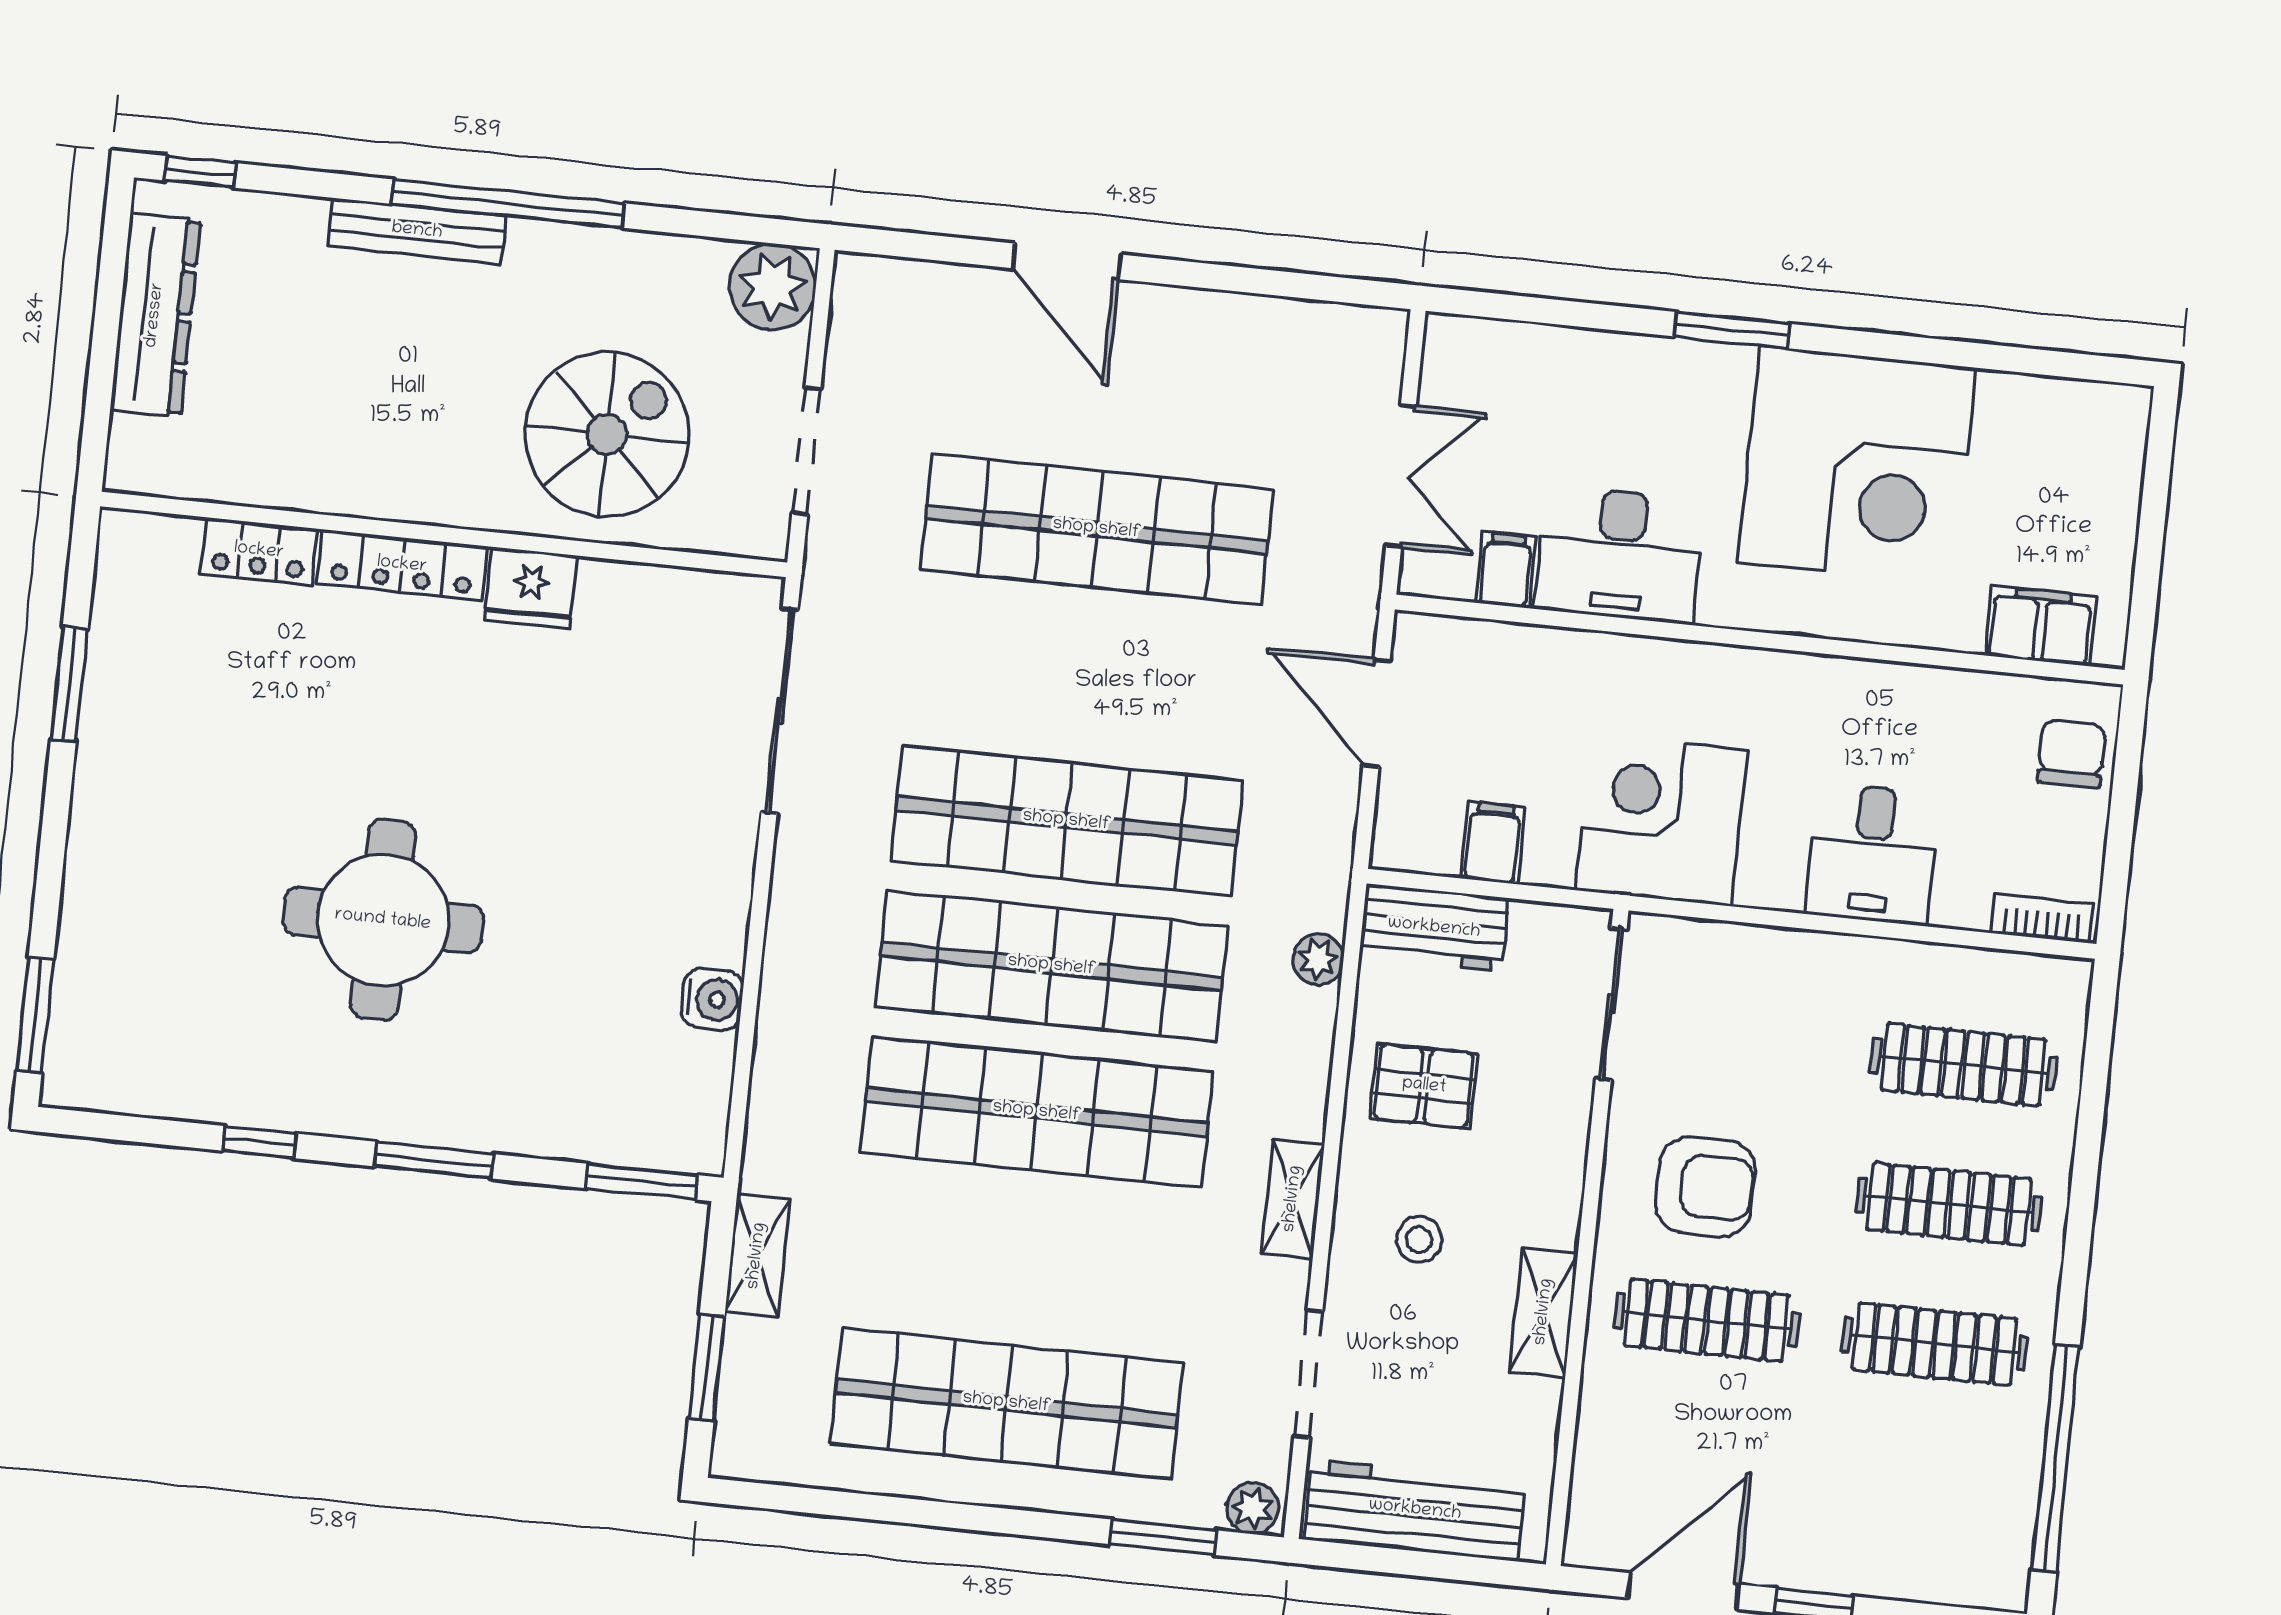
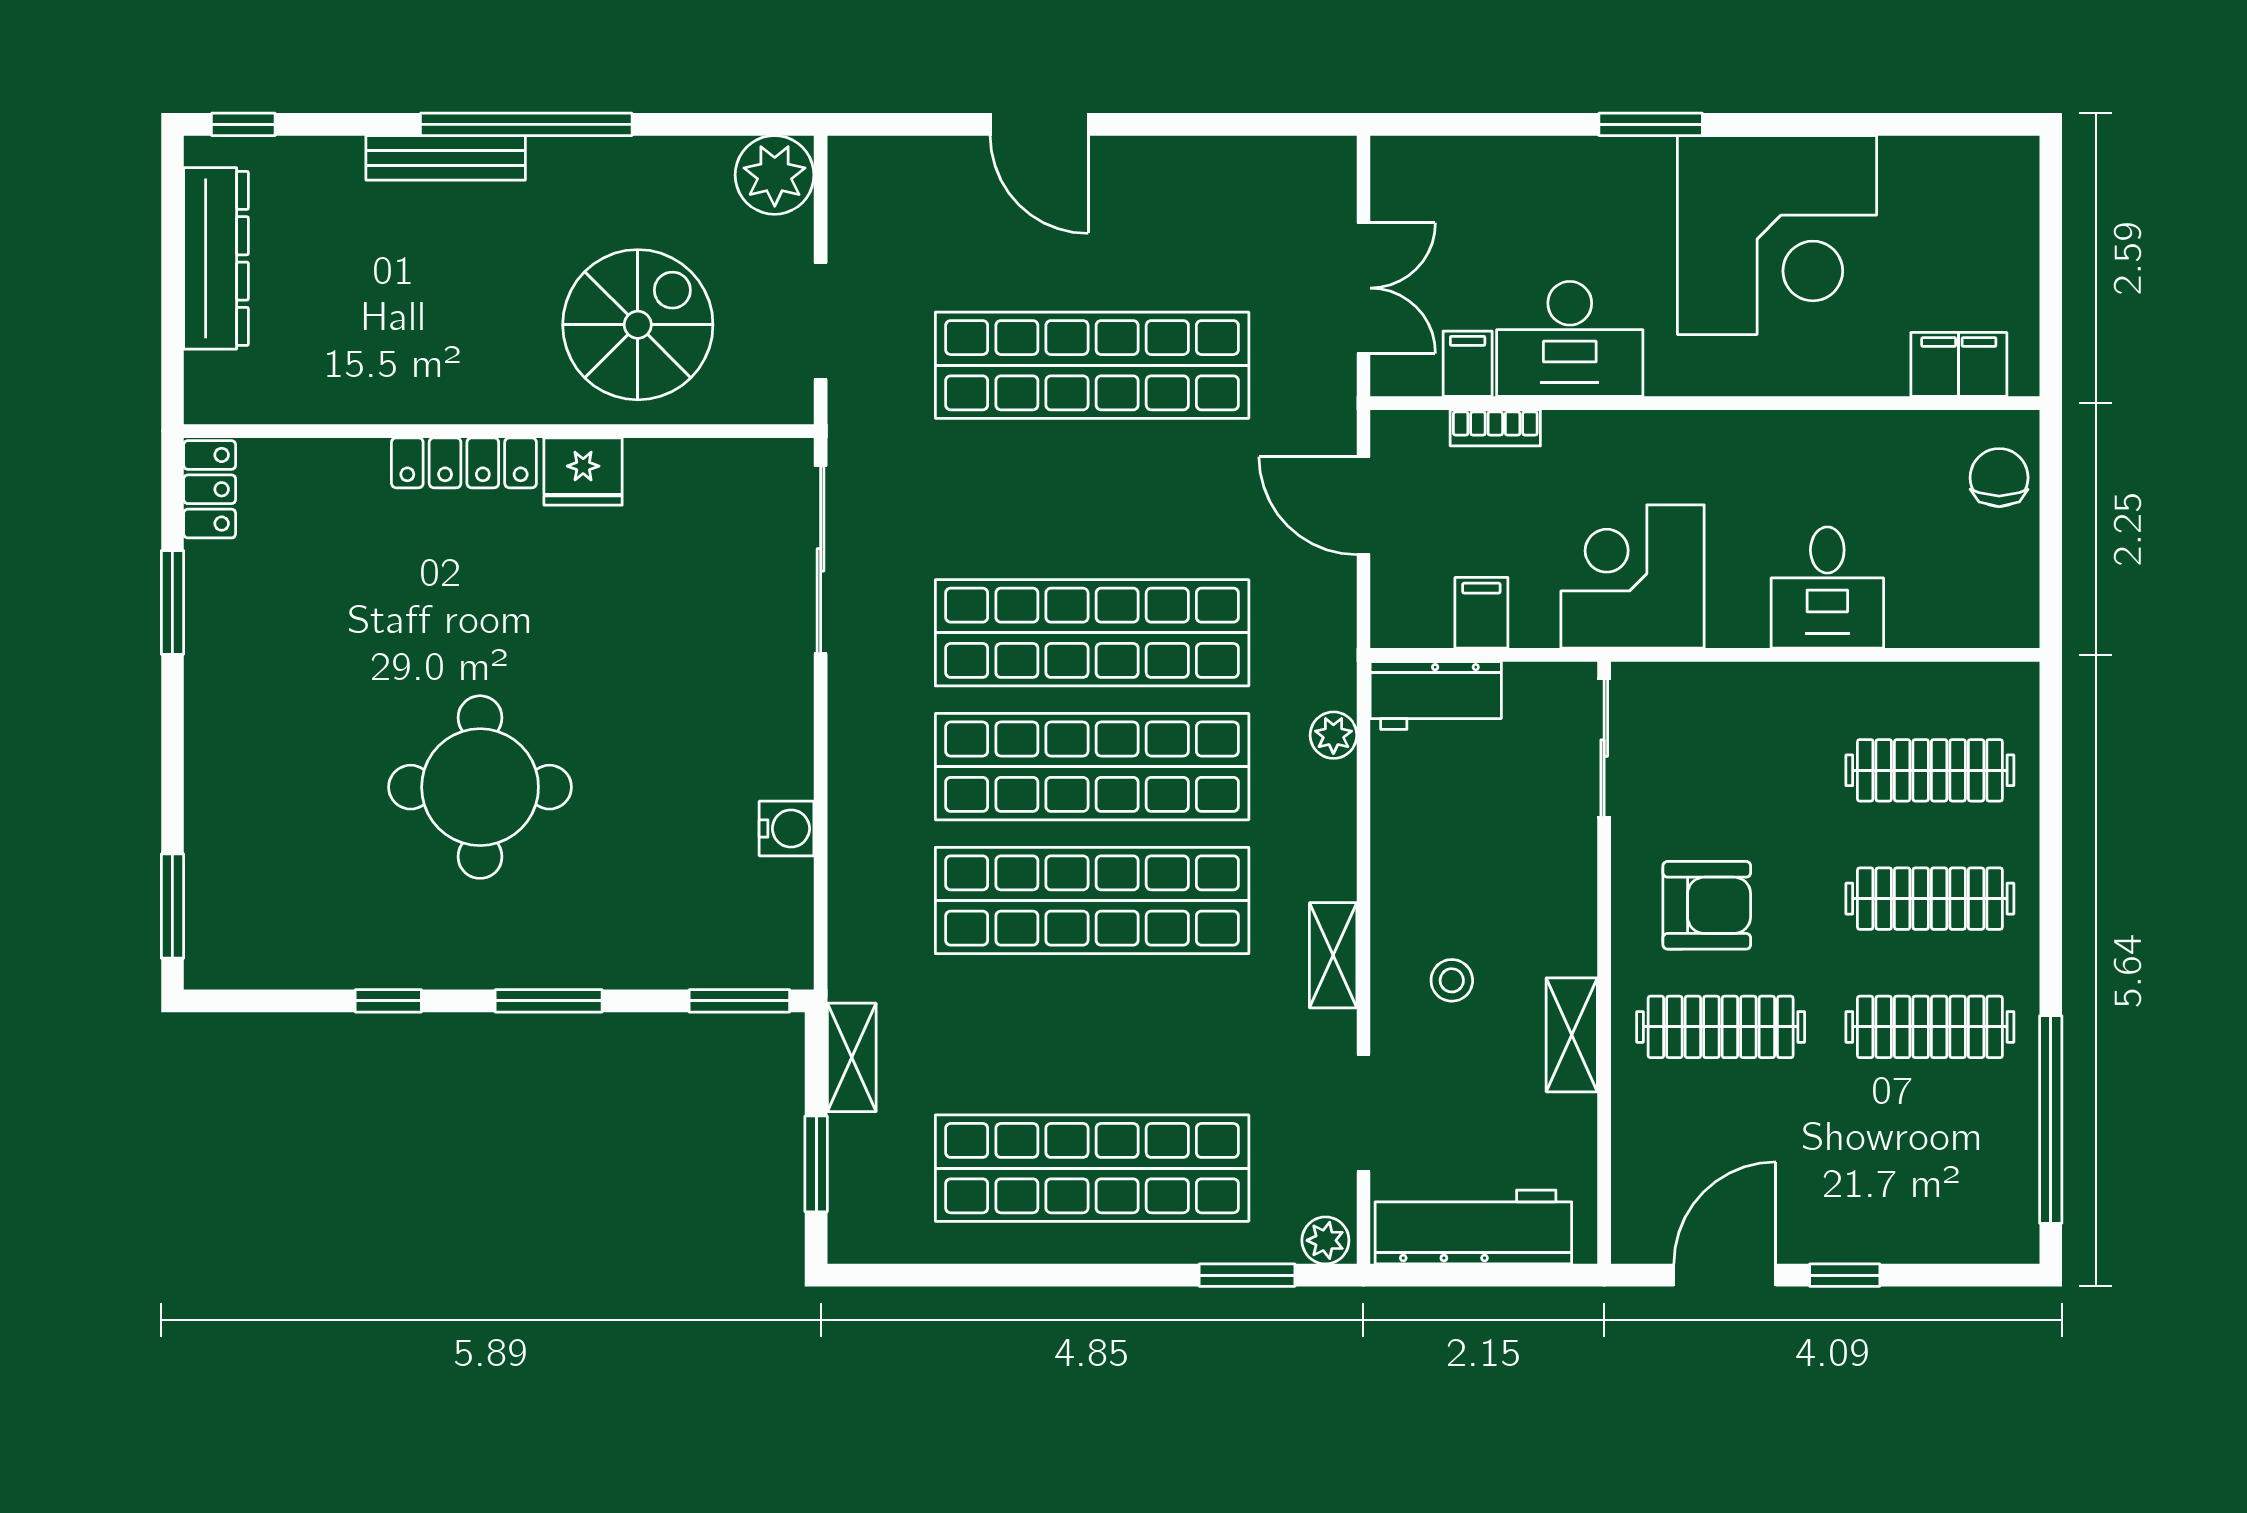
locker: (259, 551) -> (210, 489), moved, turned -90
bookcase: (2042, 919) -> (1495, 428), moved, turned 180
pallet: (1424, 1086) -> (1441, 840), removed

